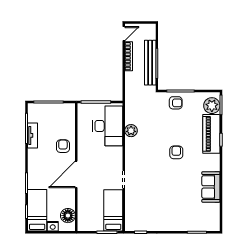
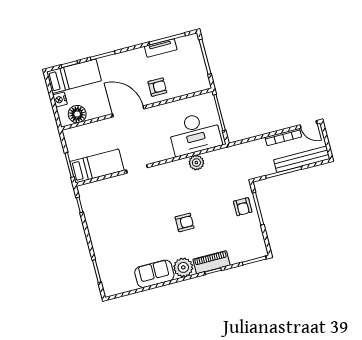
bench: (150, 63) -> (302, 159), moved
plant: (212, 106) -> (183, 267), moved
piano: (211, 134) -> (211, 262), width x0.73, depth x0.75

